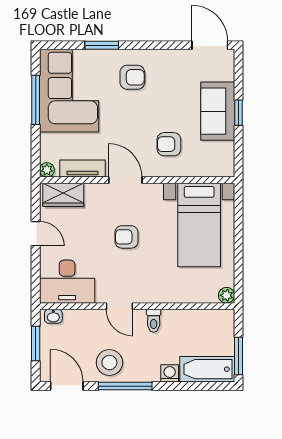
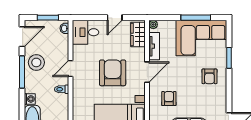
armchair: (126, 237) -> (113, 73), width x1.88, depth x1.88
desk: (67, 282) -> (85, 32), width x0.73

